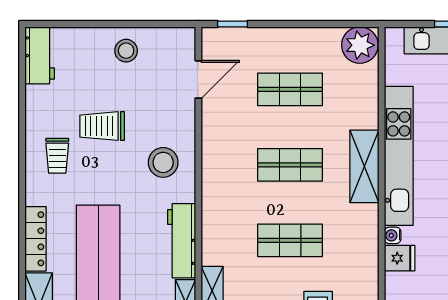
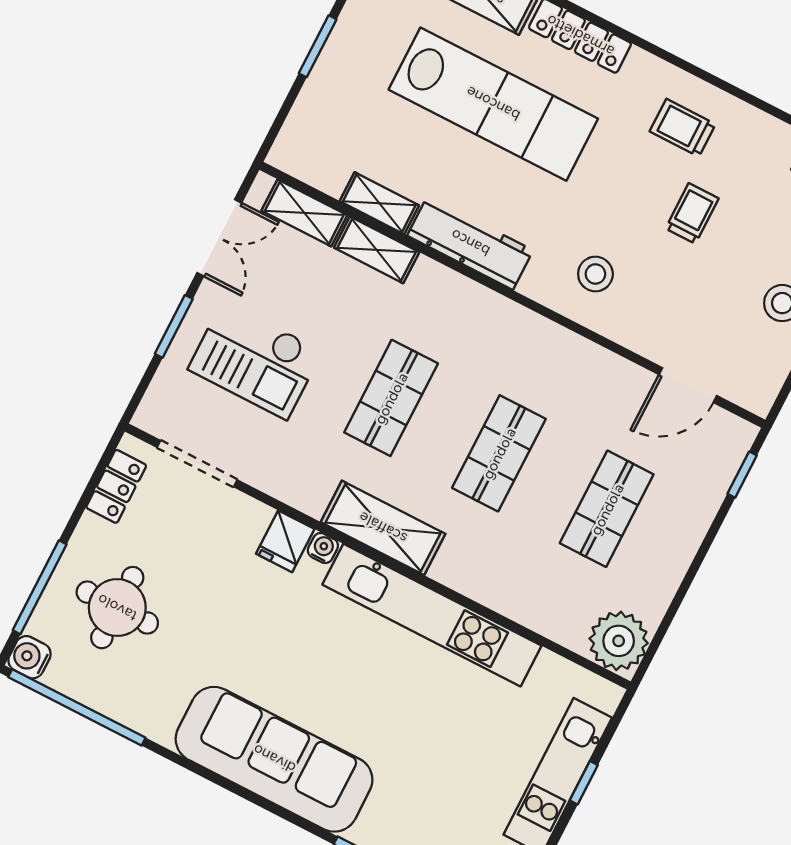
door: (198, 79) -> (688, 385), hinge flipped
trolley: (102, 126) -> (692, 213), width x0.73, depth x0.72
stool: (163, 162) -> (595, 274), width x0.73, depth x0.73
shelving: (364, 166) -> (383, 528), moved

